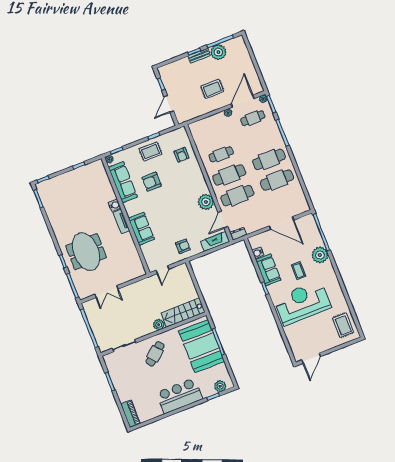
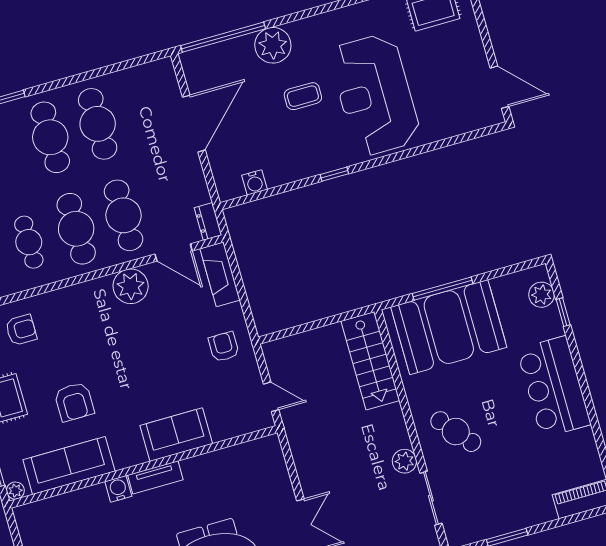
sofa: (268, 270) -> (295, 163), removed
plant: (159, 325) -> (404, 461), moved

